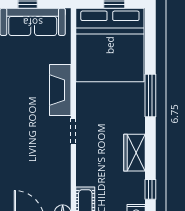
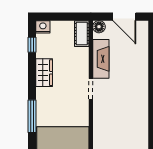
fireplace: (60, 90) -> (101, 59), moved

